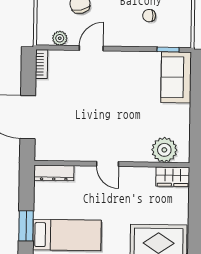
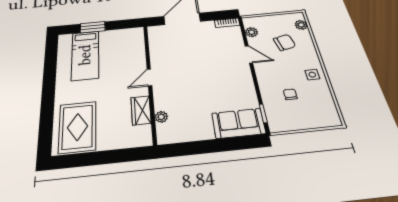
plant: (164, 150) -> (161, 117), width x0.53, depth x0.53
dresser: (54, 173) -> (138, 40), removed
wardrobe: (173, 177) -> (141, 110), moved

